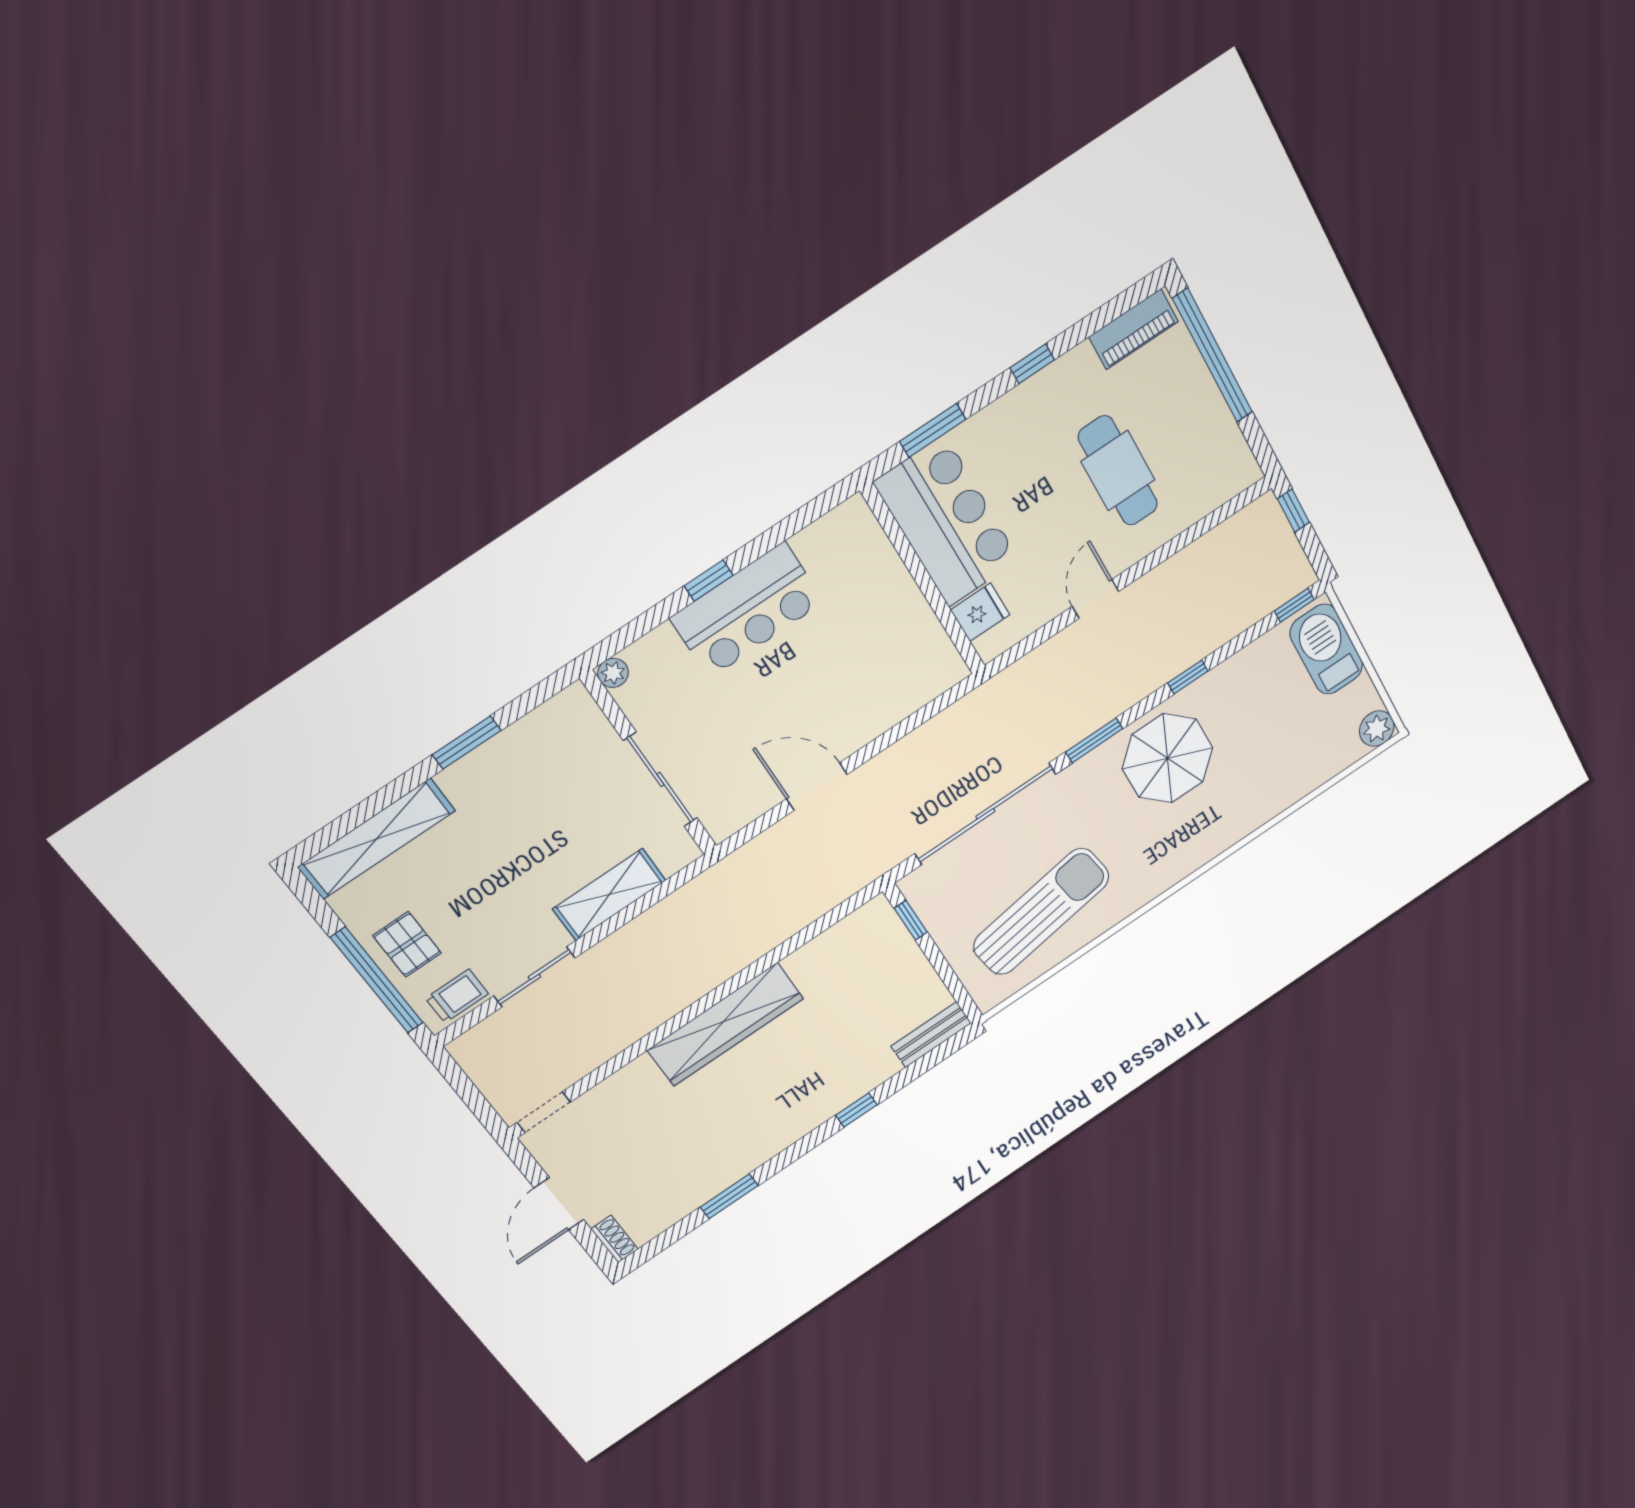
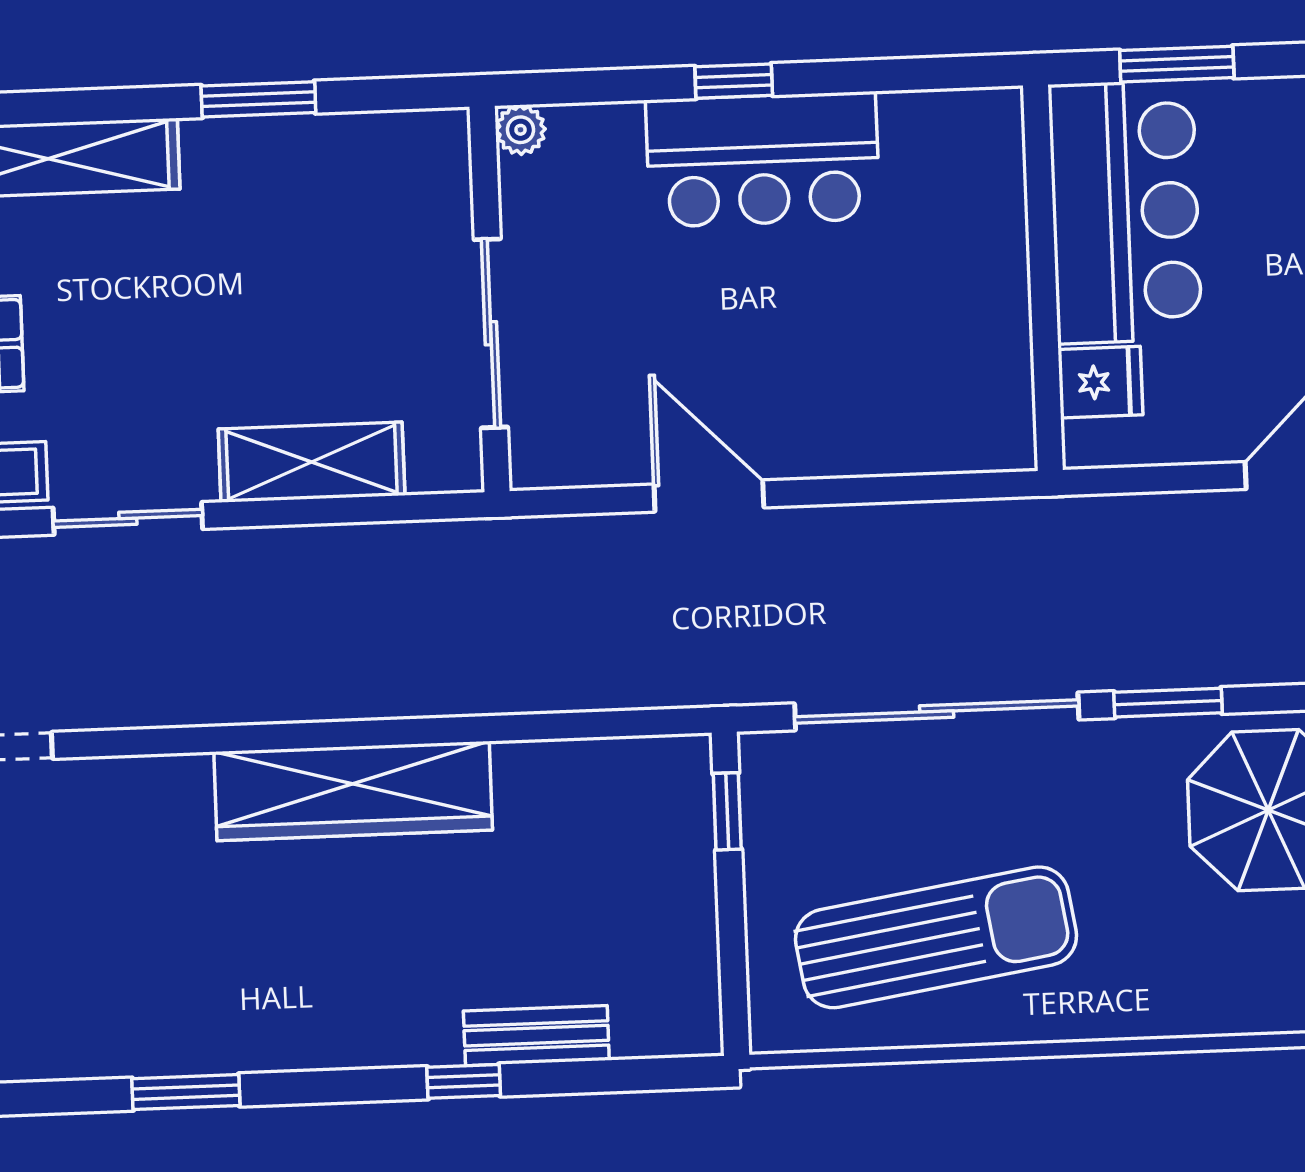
bench: (931, 1035) -> (536, 1036), moved

